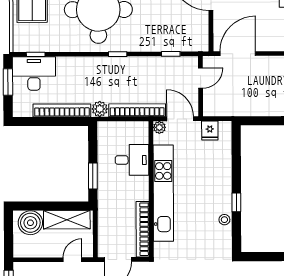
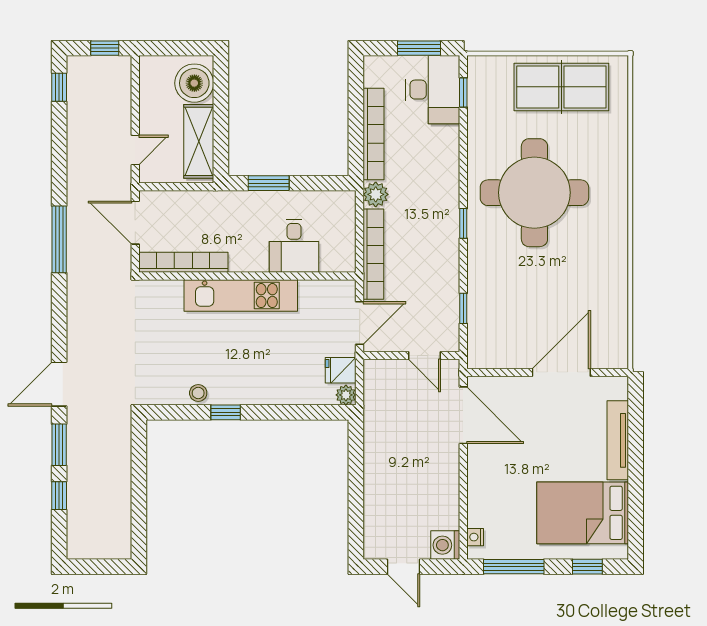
plant: (159, 127) -> (346, 395), moved
kitchen unit: (163, 193) -> (241, 296), width x0.73
door: (72, 260) -> (135, 150), hinge flipped

